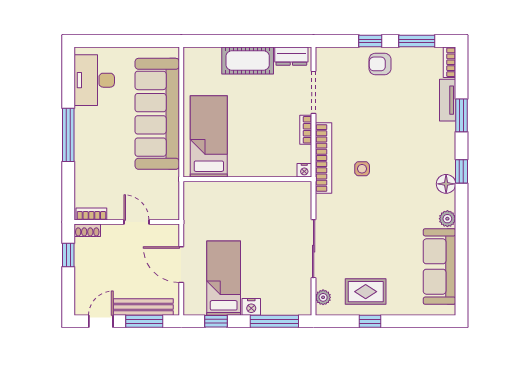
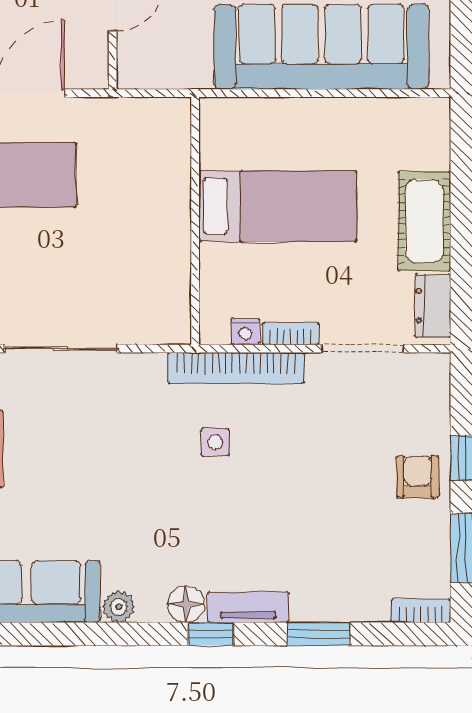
tv unit: (448, 100) -> (248, 607), moved
bed: (209, 136) -> (278, 206), moved
nightstand: (304, 170) -> (245, 331), moved, turned -90

